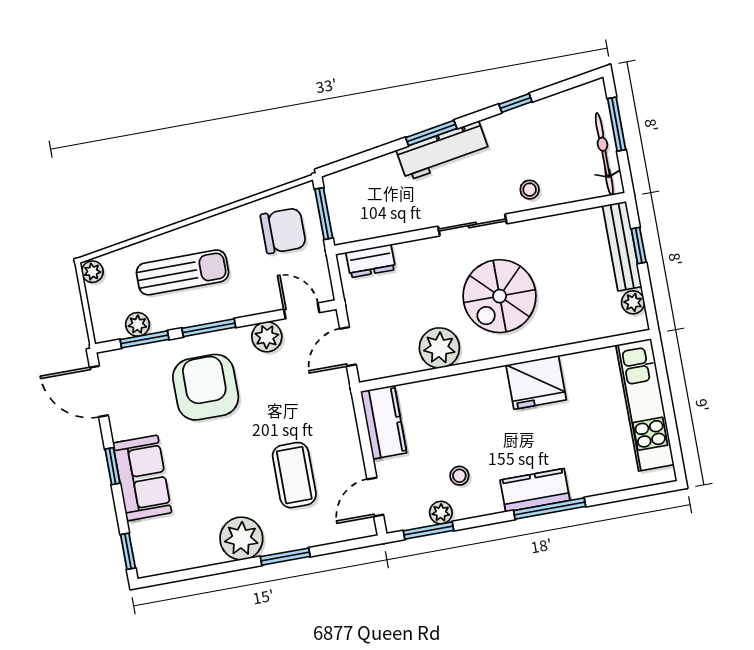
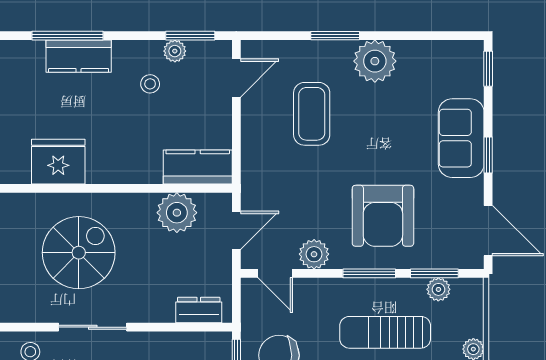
plant: (439, 348) -> (177, 213), moved
kitchen counter: (384, 422) -> (198, 167), moved, turned 90

